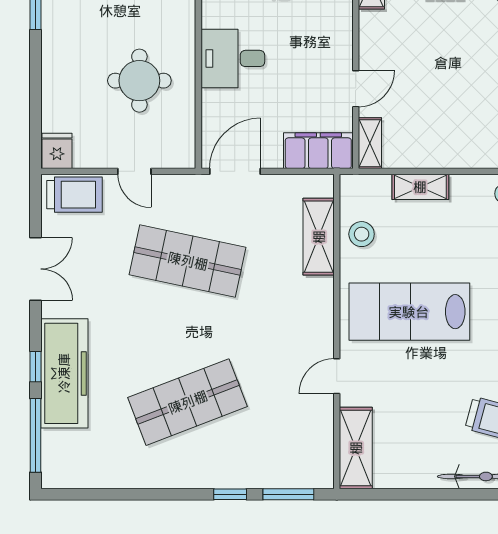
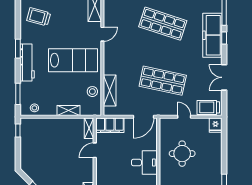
shop shelf: (188, 402) -> (163, 24), turned 39

